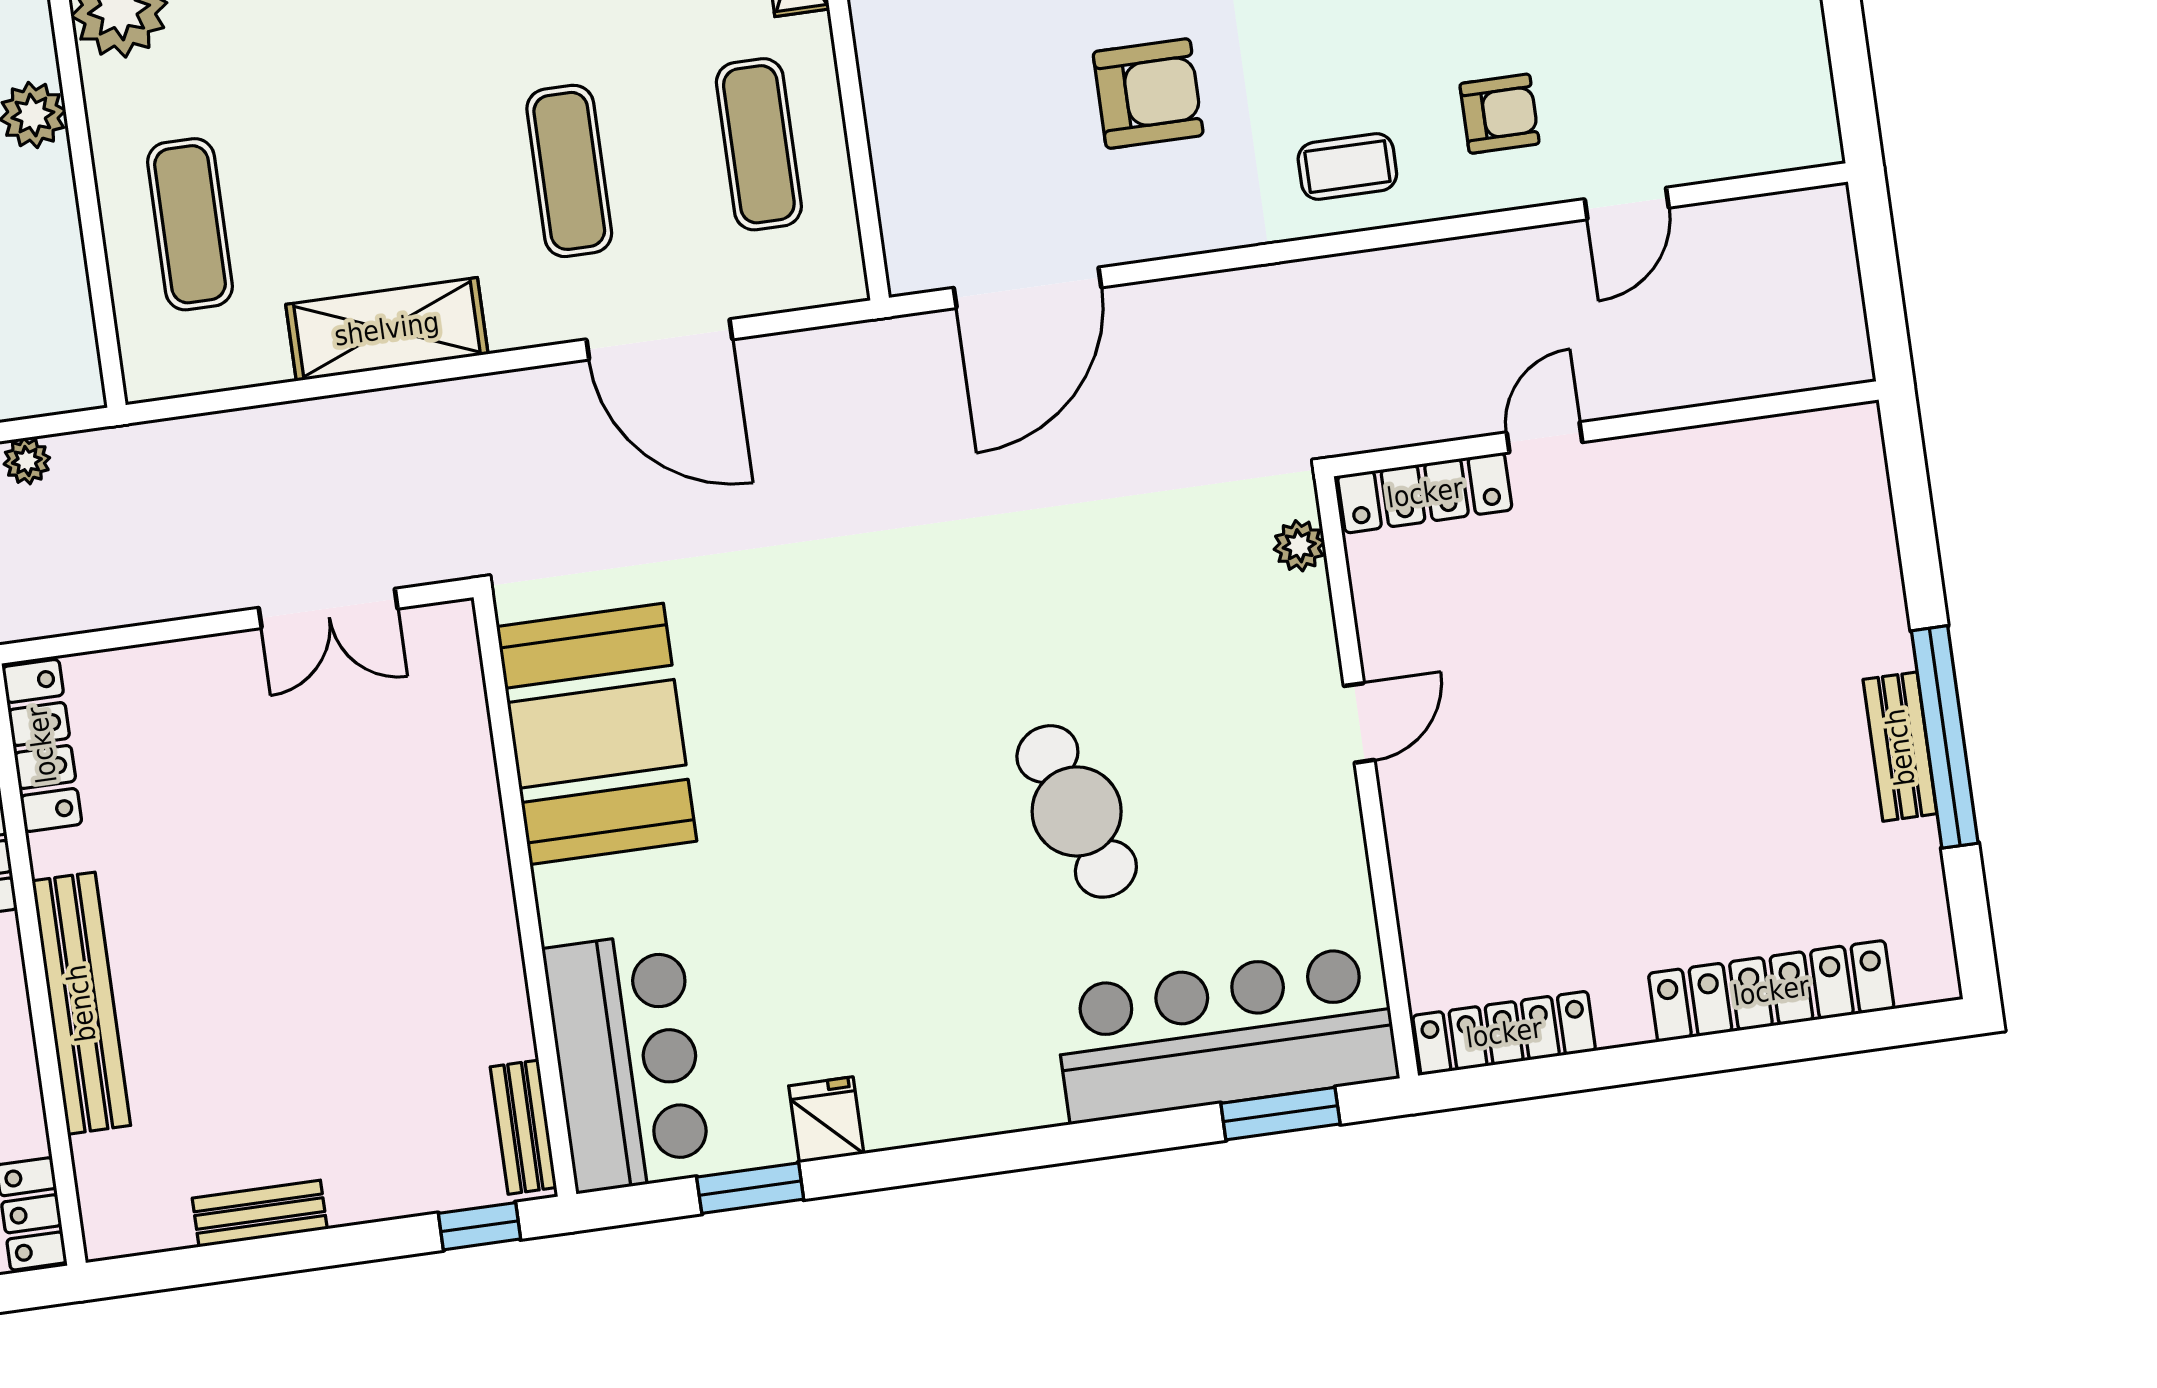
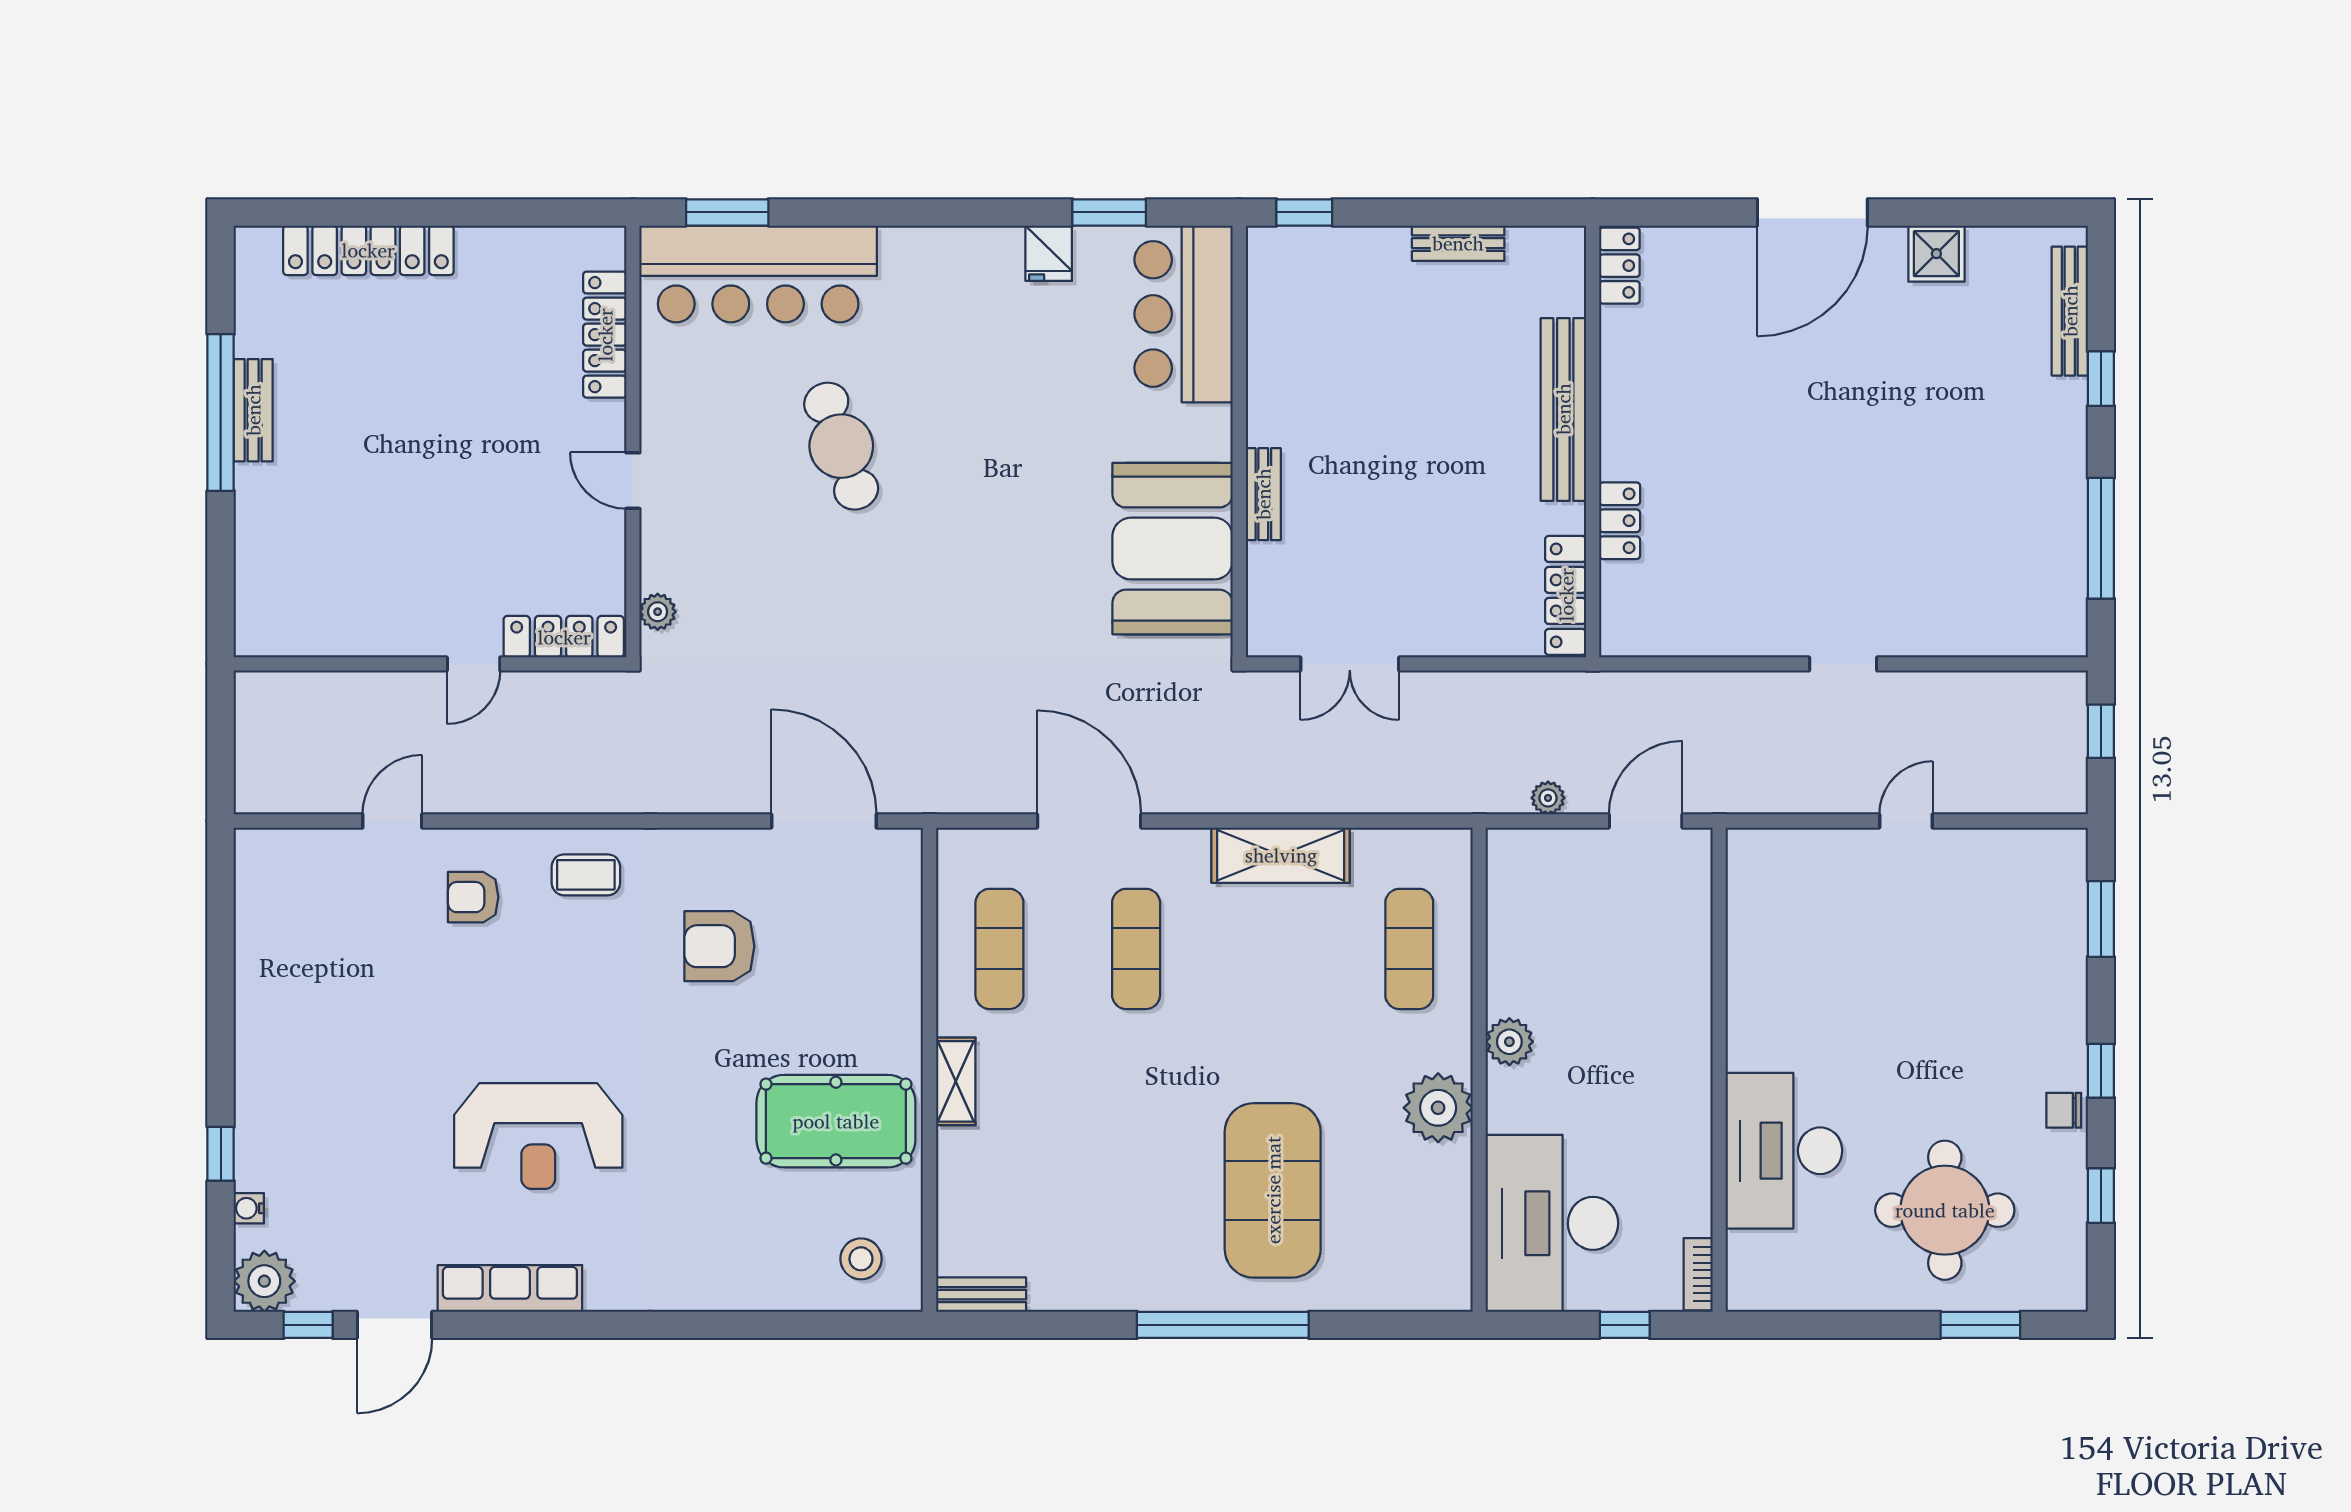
door: (1028, 288) -> (824, 821), hinge flipped
double door: (328, 608) -> (1350, 664), swing flipped
door: (1359, 723) -> (633, 481), hinge flipped
locker: (1504, 1033) -> (605, 335), moved, turned 90
bench: (523, 1127) -> (1263, 494), moved

